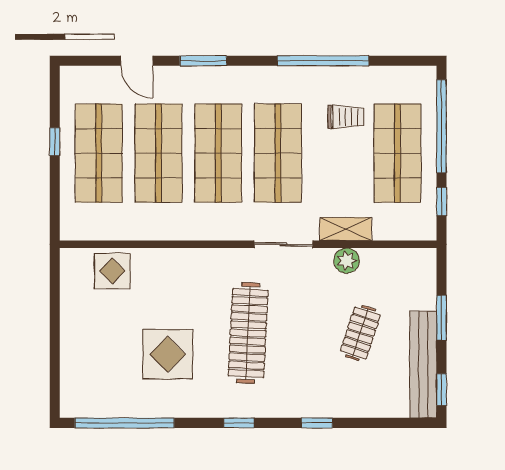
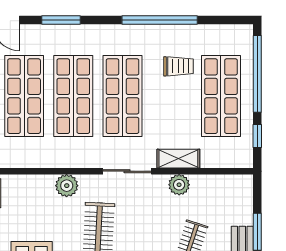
plant: (210, 262) -> (67, 186), added

